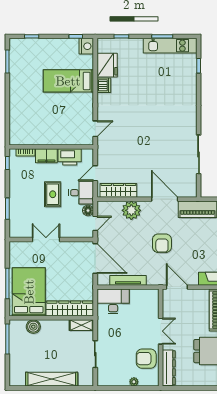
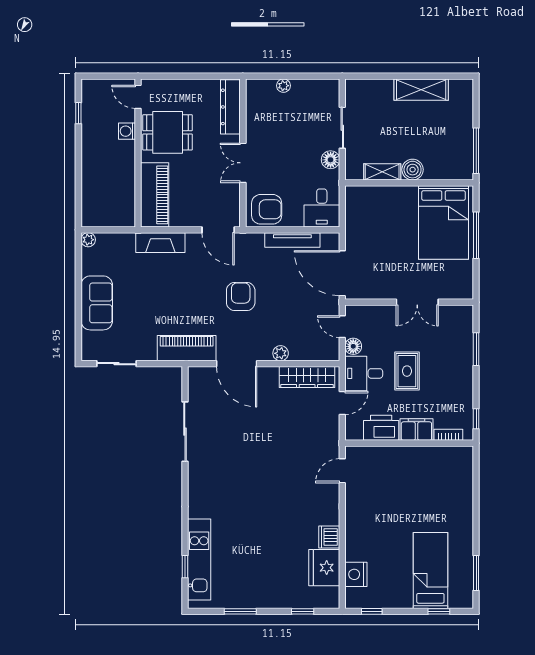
nightstand: (86, 46) -> (356, 574), moved
kitchen unit: (170, 46) -> (199, 559), moved, turned 90
bed: (68, 81) -> (430, 570), moved, turned -90
plant: (131, 210) -> (281, 353), width x0.53, depth x0.53
door: (95, 223) -> (342, 327), hinge flipped
desk: (113, 301) -> (322, 208), width x0.73
wardrobe: (70, 308) -> (381, 197), removed
shelving: (81, 325) -> (382, 172), moved
boiler: (33, 327) -> (413, 170), moved
floor lamp: (103, 333) -> (331, 160), added
armchair: (146, 359) -> (267, 209), moved
shelving: (52, 379) -> (421, 90), width x0.68

